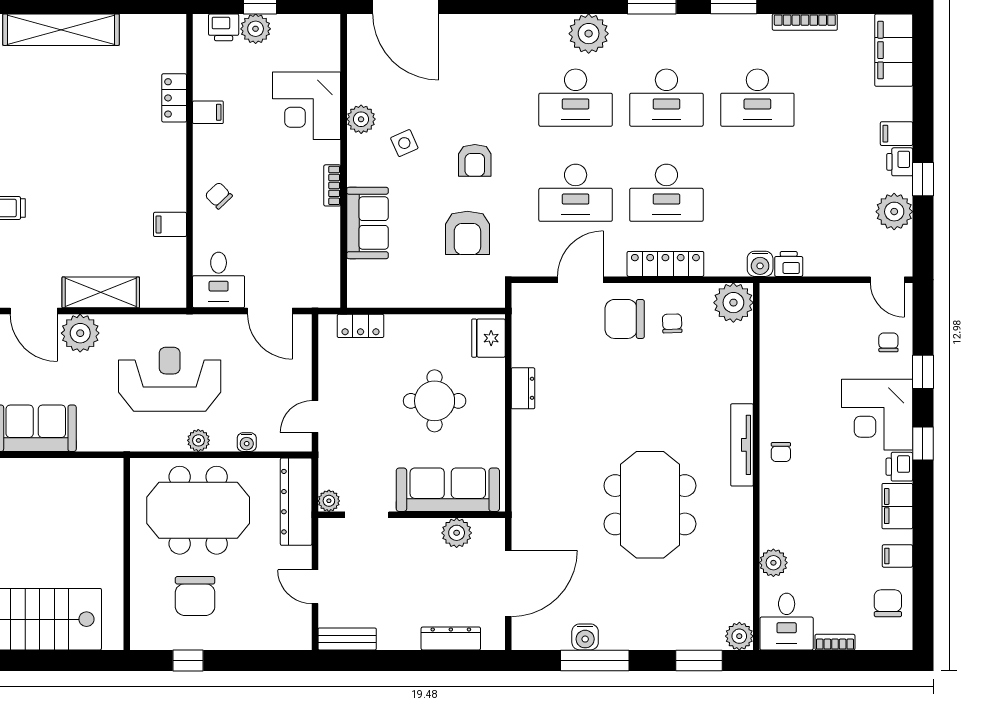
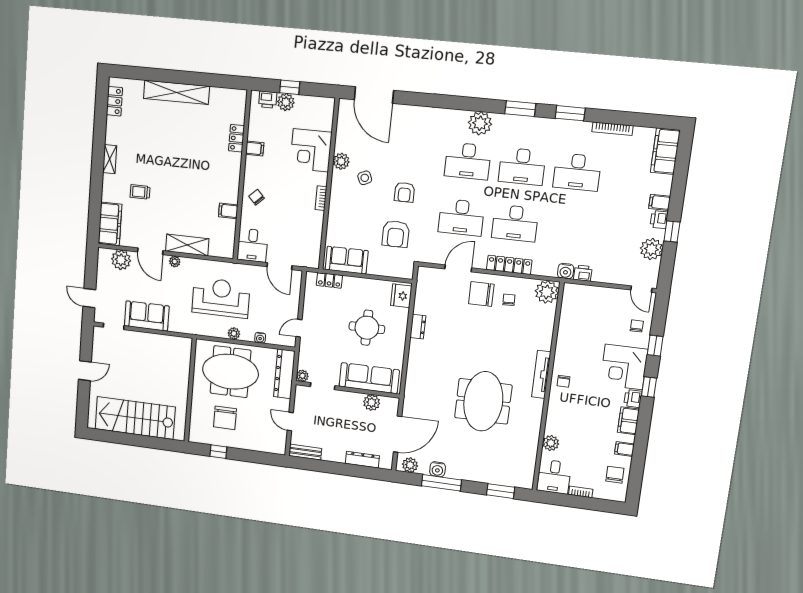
sofa: (367, 223) -> (347, 260), moved, turned -90
plant: (80, 333) -> (175, 262), width x0.53, depth x0.53
plant: (739, 636) -> (410, 465), moved

